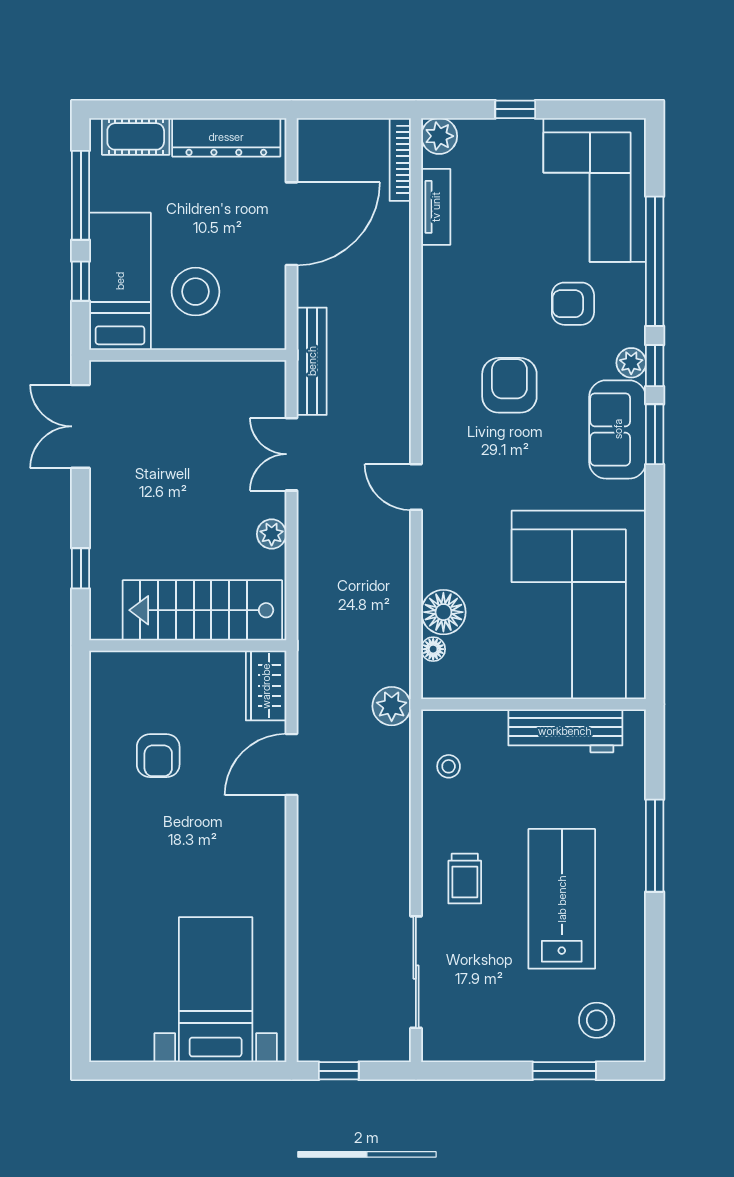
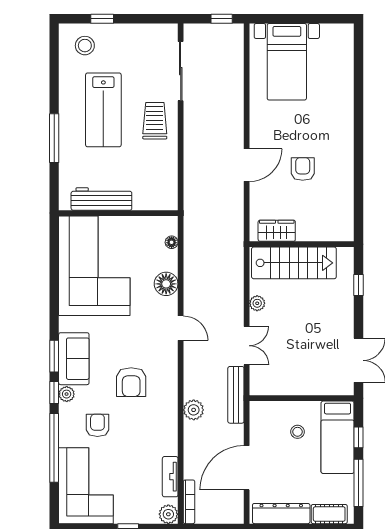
stool: (196, 292) -> (297, 432), width x0.53, depth x0.53
armchair: (573, 304) -> (97, 425), turned -90
floor lamp: (443, 612) -> (166, 284), moved
wardrobe: (266, 686) -> (277, 231), moved, turned -90
plant: (392, 706) -> (194, 410), moved
armchair: (158, 756) -> (303, 169), moved
door: (291, 765) -> (247, 165), moved
stool: (449, 766) -> (163, 180), removed
trolley: (465, 879) -> (155, 121), width x1.36, depth x1.39
window: (564, 1071) -> (102, 19), width x0.67

